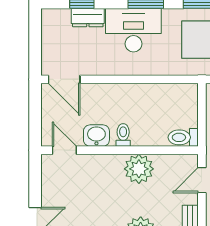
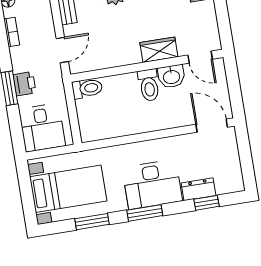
toilet: (123, 135) -> (149, 85), width x1.37, depth x1.39
wardrobe: (105, 165) -> (159, 50), added
plant: (139, 169) -> (125, 51), removed

